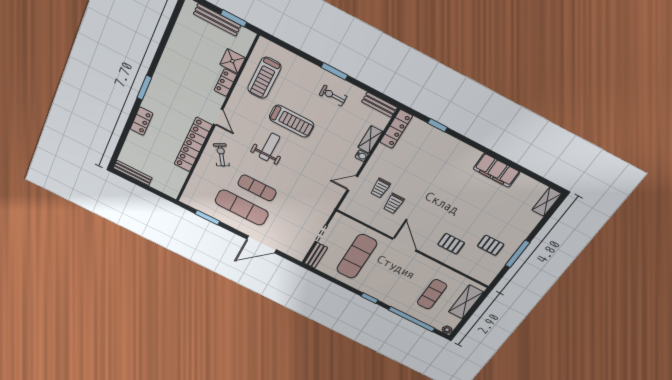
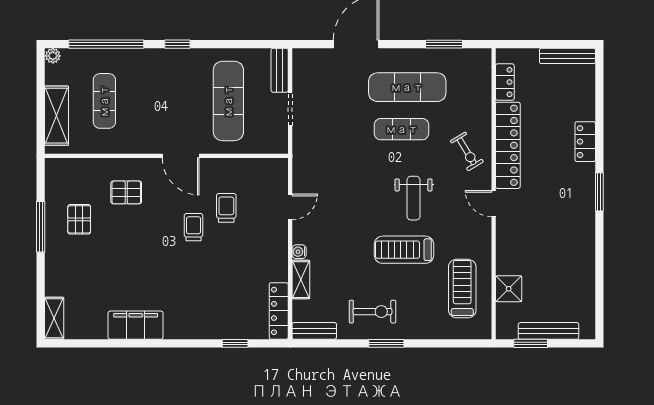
locker: (225, 83) -> (505, 82), moved
exercise bike: (333, 96) -> (373, 312), width x1.38, depth x1.39
trolley: (380, 188) -> (193, 227), moved
pallet: (491, 245) -> (79, 219), turned 90

